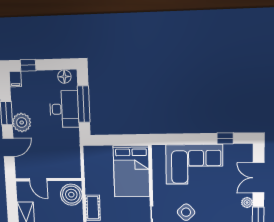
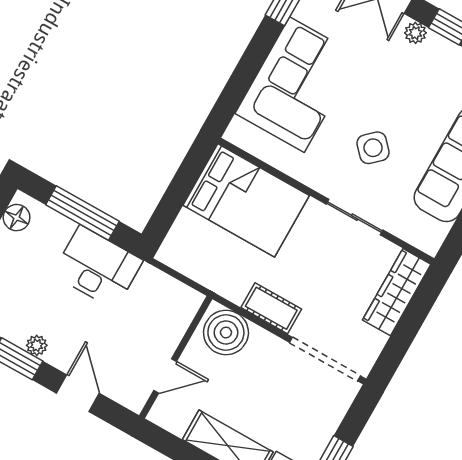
desk: (64, 109) -> (98, 267), moved
plant: (22, 123) -> (37, 345), width x0.53, depth x0.53

